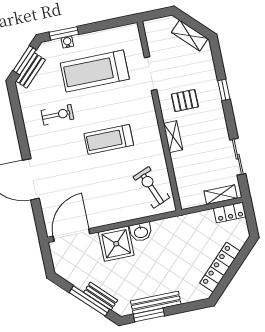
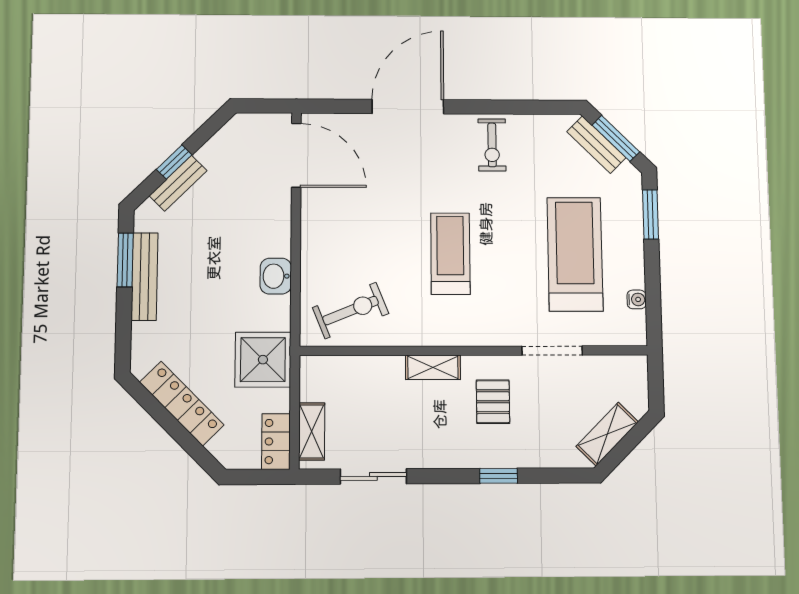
water cooler: (67, 42) -> (637, 299), moved
exercise bike: (58, 115) -> (492, 145), moved
shower: (116, 244) -> (263, 360), moved
window: (89, 301) -> (174, 162), width x0.46

